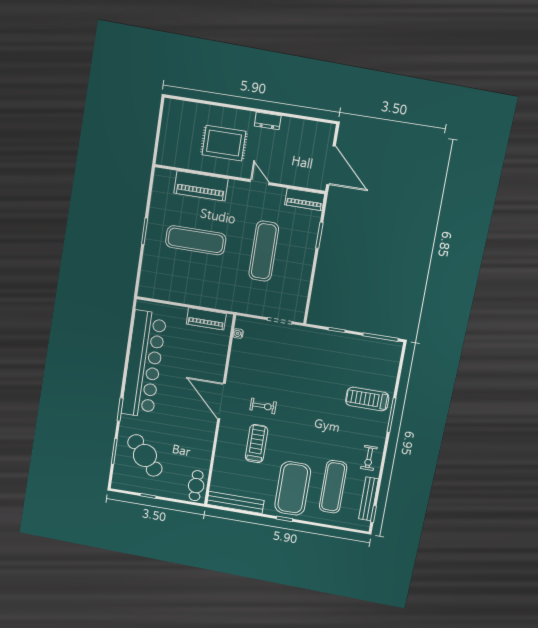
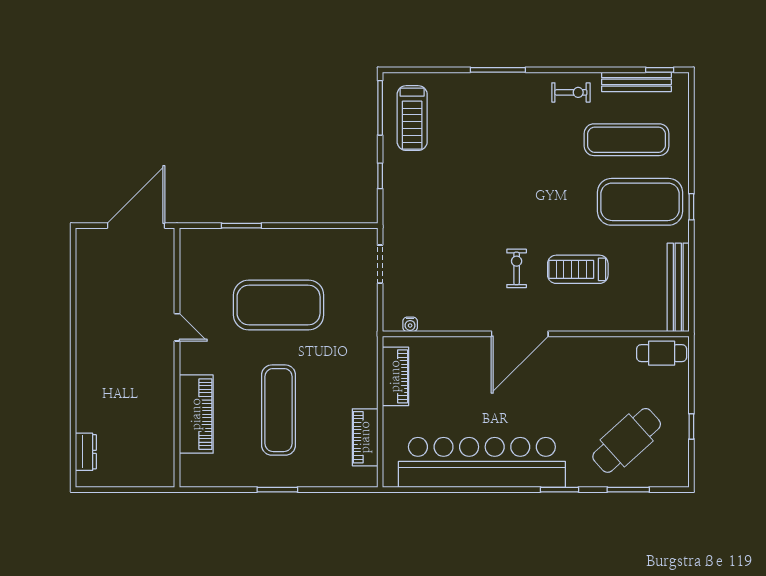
dresser: (268, 121) -> (86, 452), moved
rug: (224, 143) -> (128, 389), removed
door: (260, 182) -> (177, 327), swing flipped
piano: (305, 199) -> (365, 437), moved, turned 180
exercise mat: (264, 251) -> (279, 305), width x1.47
treadmill: (367, 399) -> (412, 118), moved

